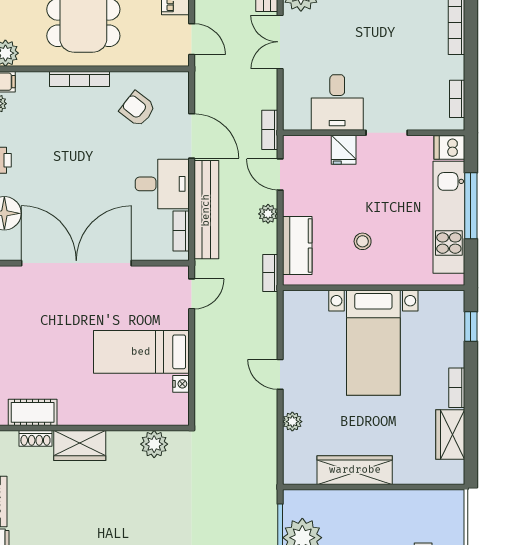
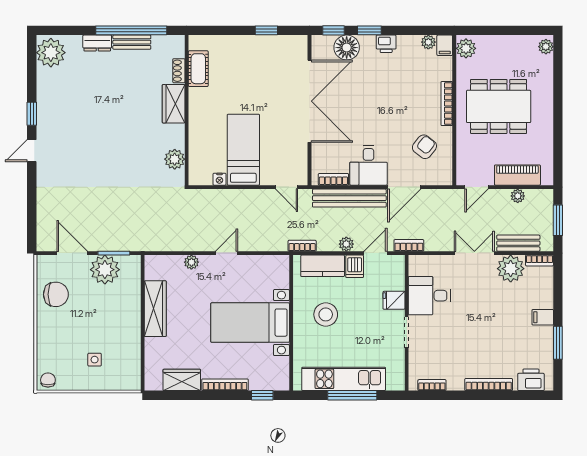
dishwasher: (449, 147) -> (355, 266), moved, turned 180
stool: (363, 241) -> (326, 314), width x1.89, depth x1.89
bookcase: (457, 388) -> (225, 385), width x1.56

